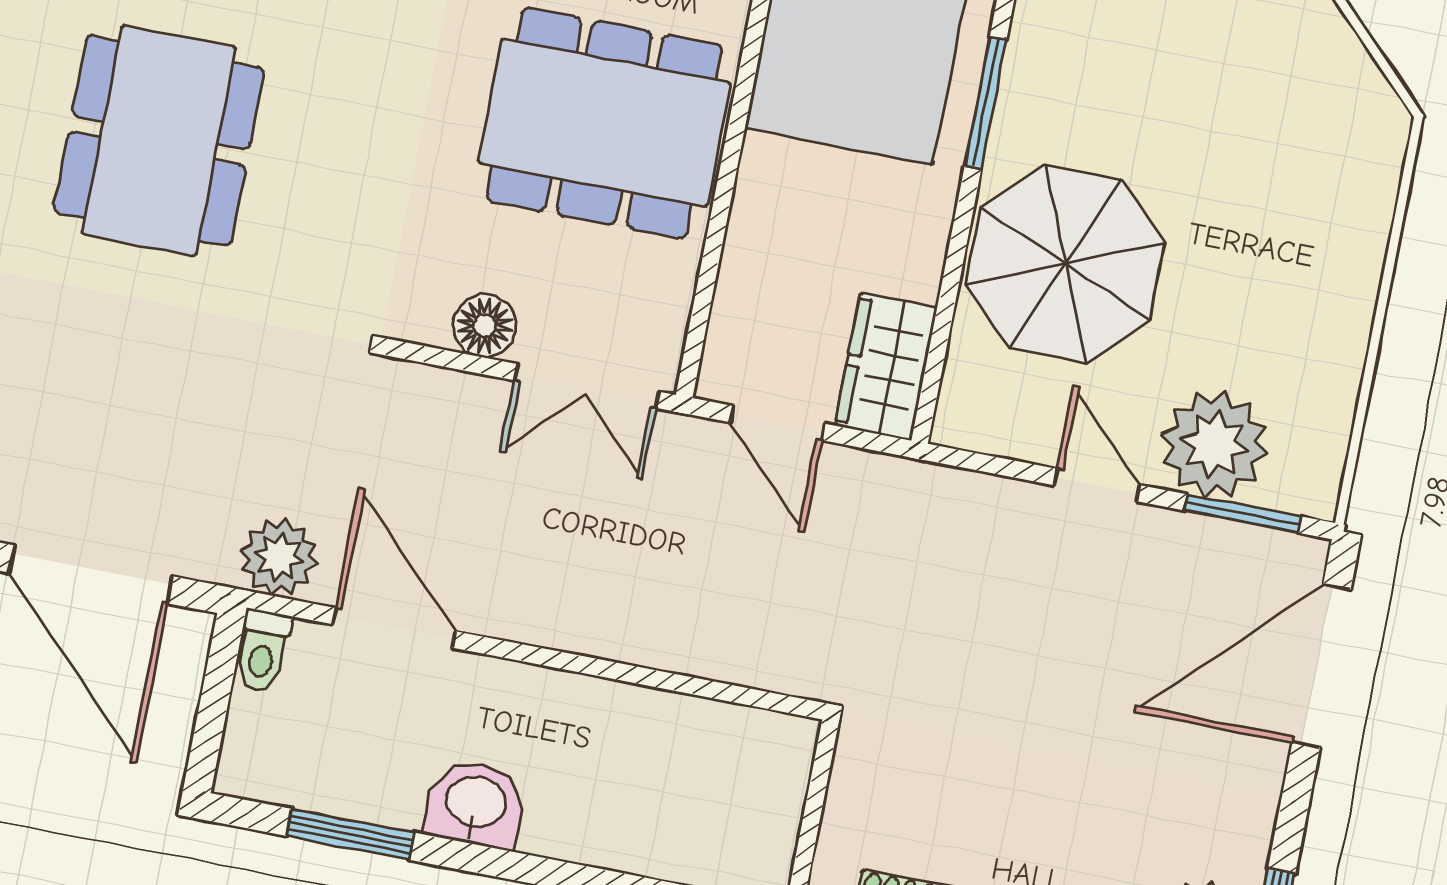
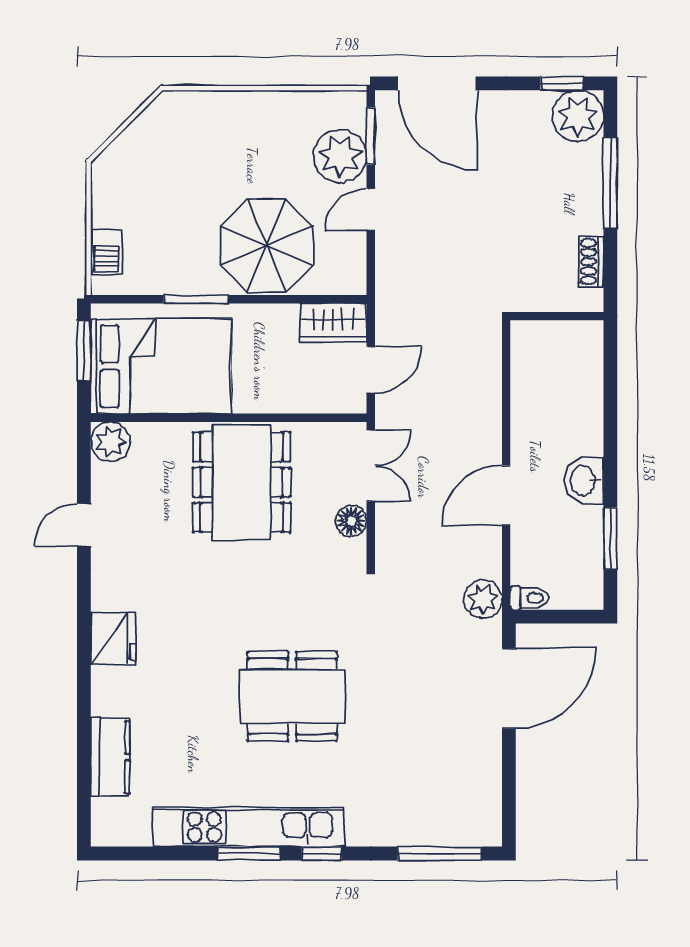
door: (394, 628) -> (506, 495), moved

